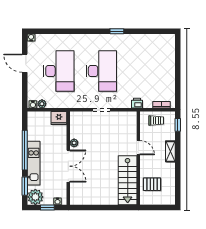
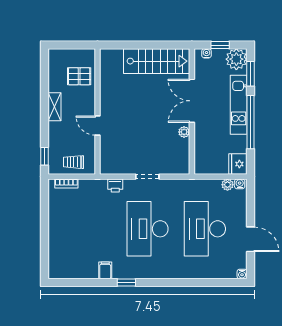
filing cabinet: (133, 40) -> (105, 270), added
printer: (137, 103) -> (115, 185), moved
fridge: (59, 118) -> (238, 164), moved, turned -90
shelving: (170, 151) -> (54, 107), moved
stairs: (128, 180) -> (157, 61), moved, turned 90

